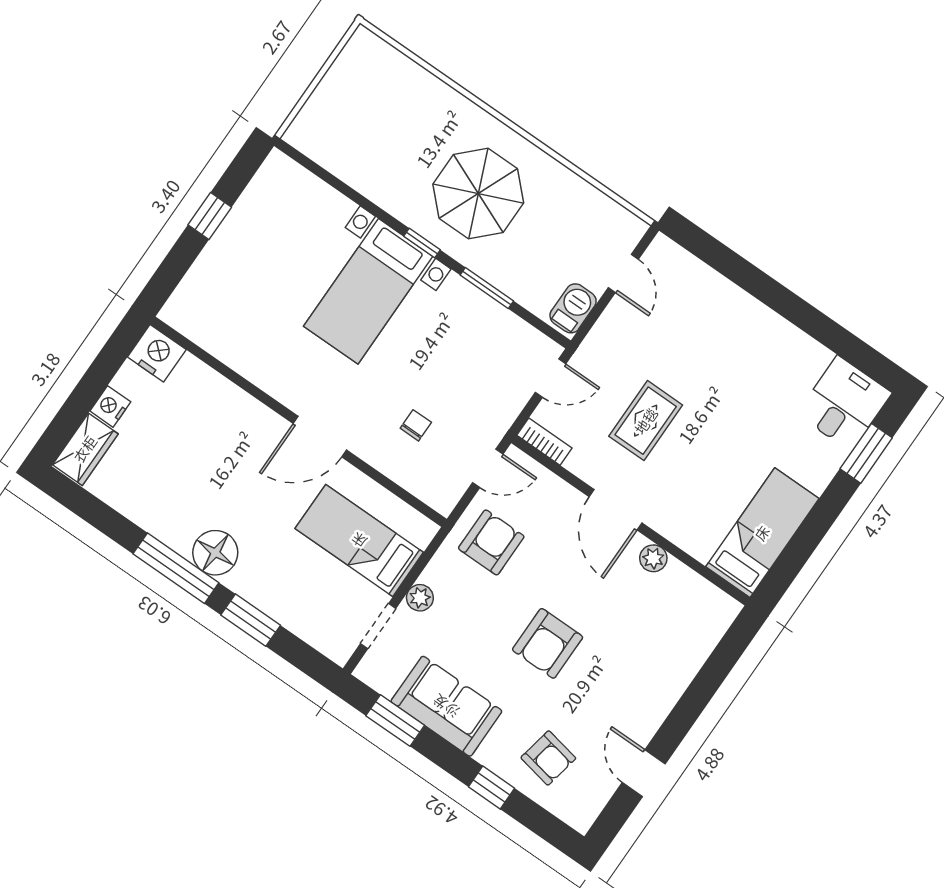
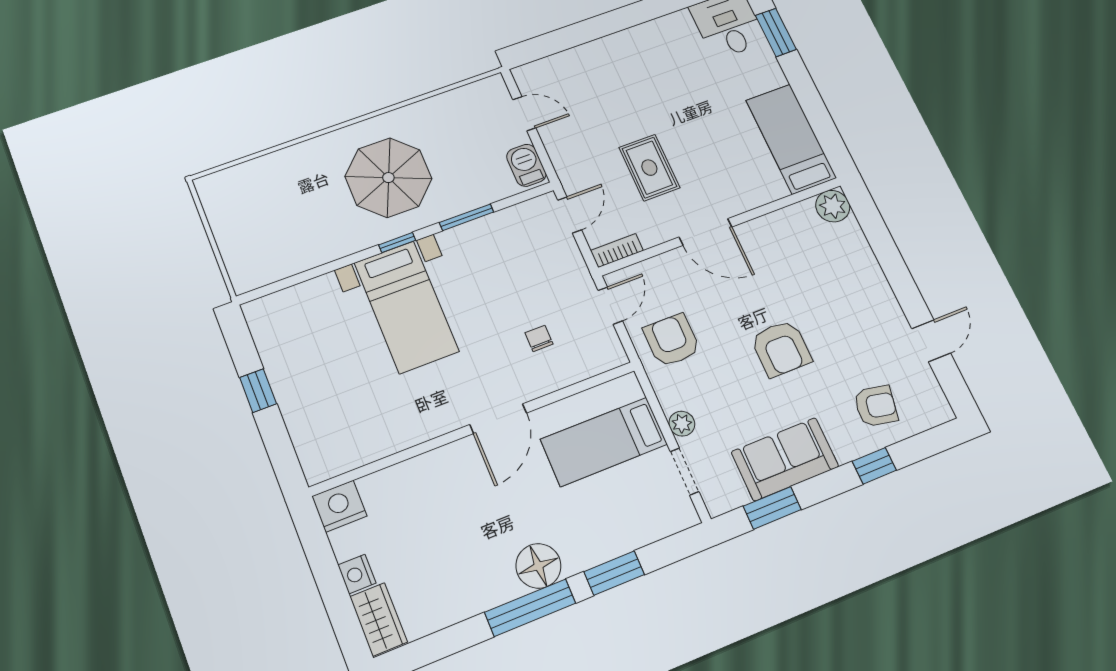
plant: (653, 558) -> (833, 206), moved, width x1.38, depth x1.38
door: (644, 773) -> (931, 341), swing flipped

